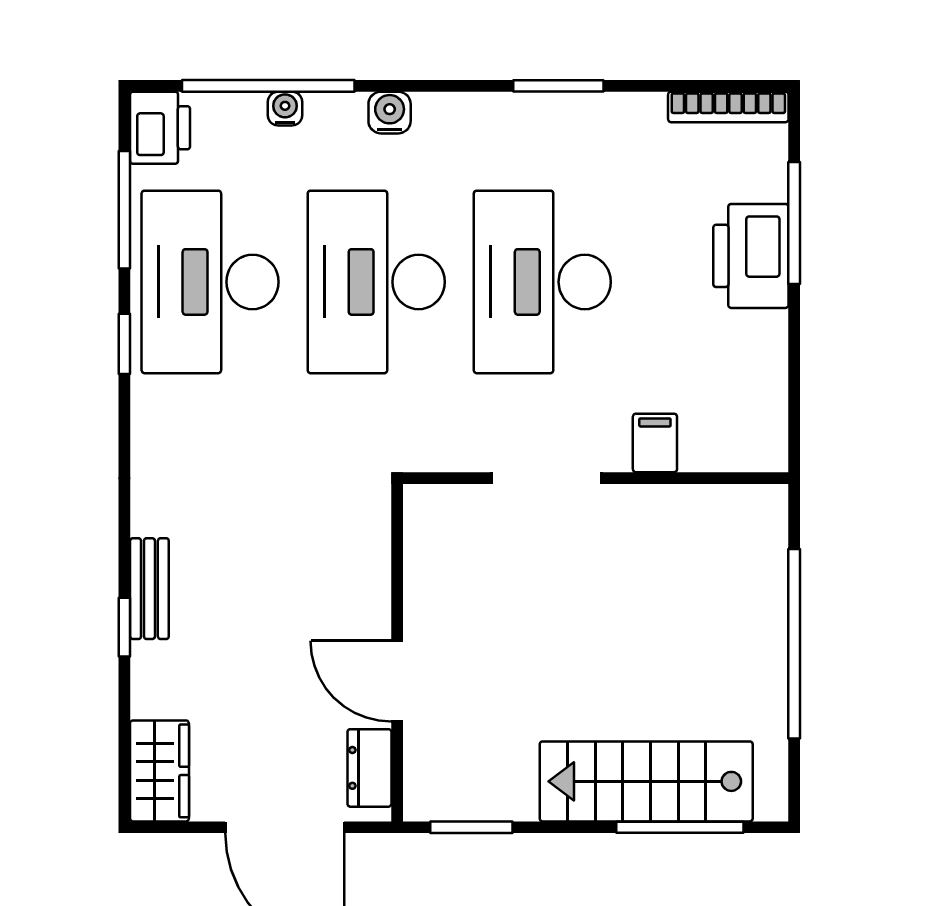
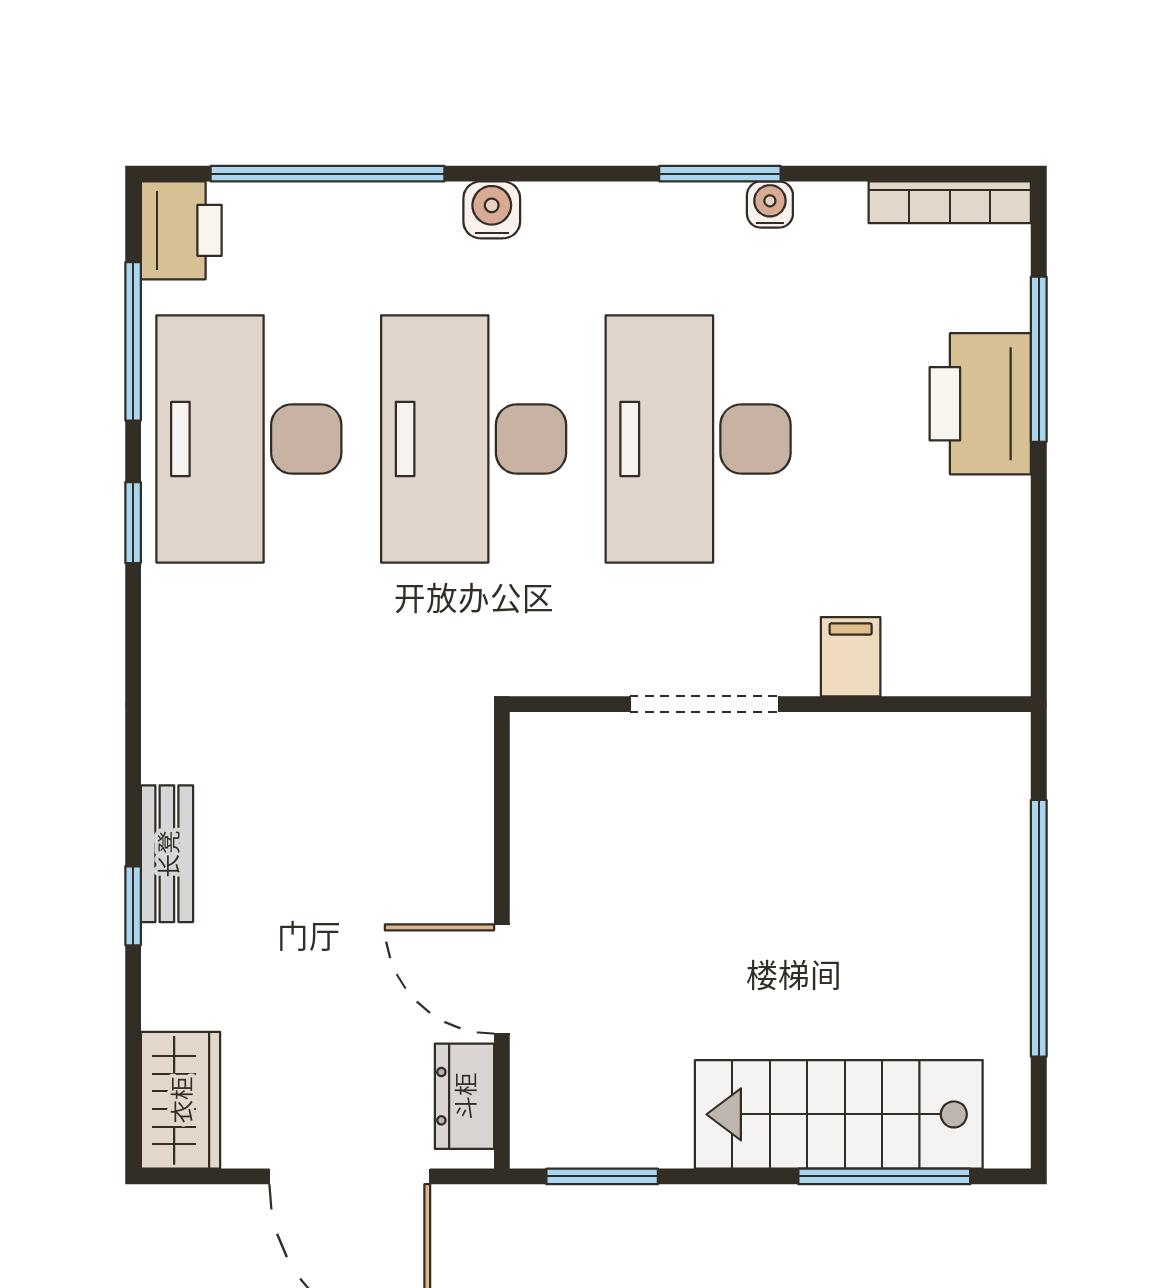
water cooler: (285, 109) -> (770, 204), moved

